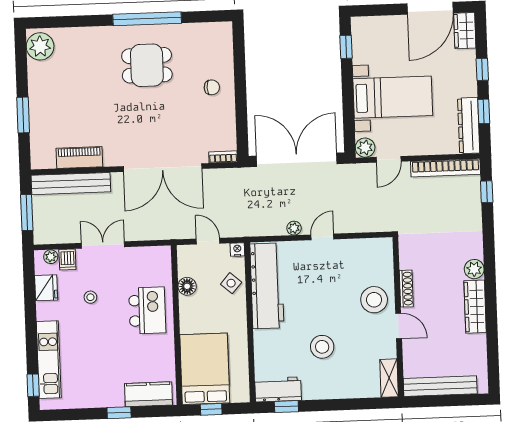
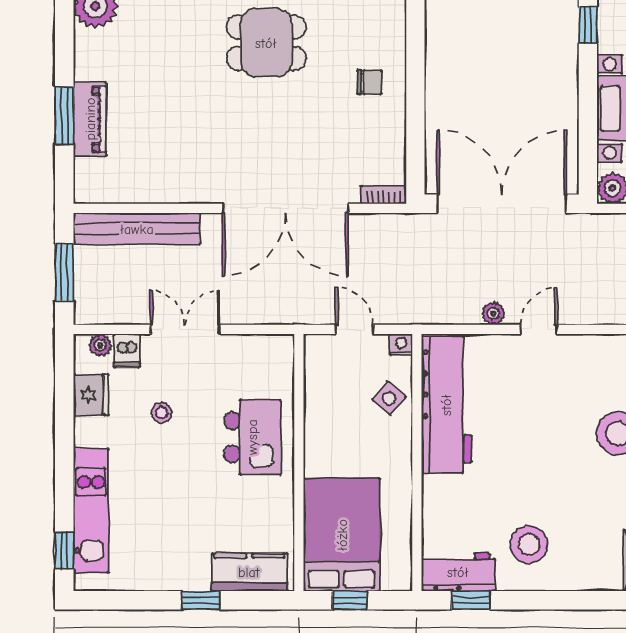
piano: (79, 158) -> (90, 119), moved, turned 90
floor lamp: (187, 286) -> (318, 401), removed
stool: (322, 347) -> (529, 545), moved

